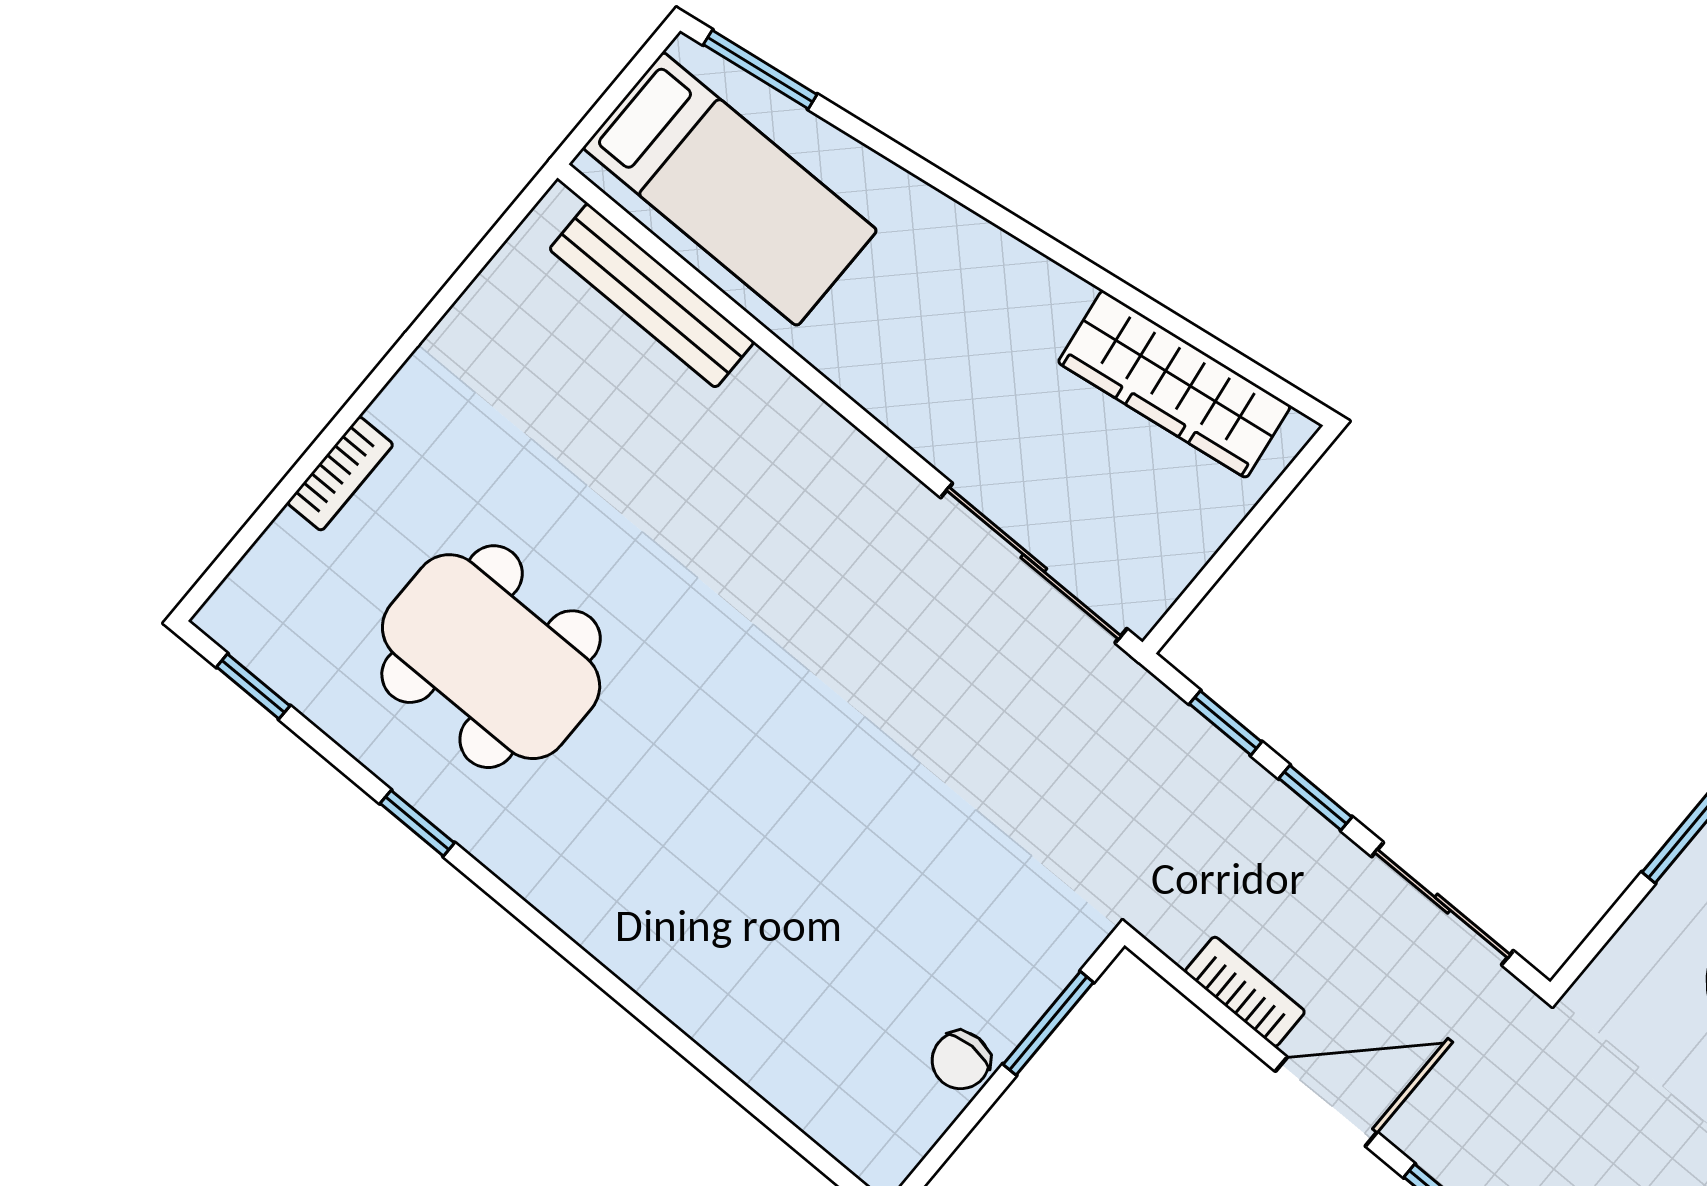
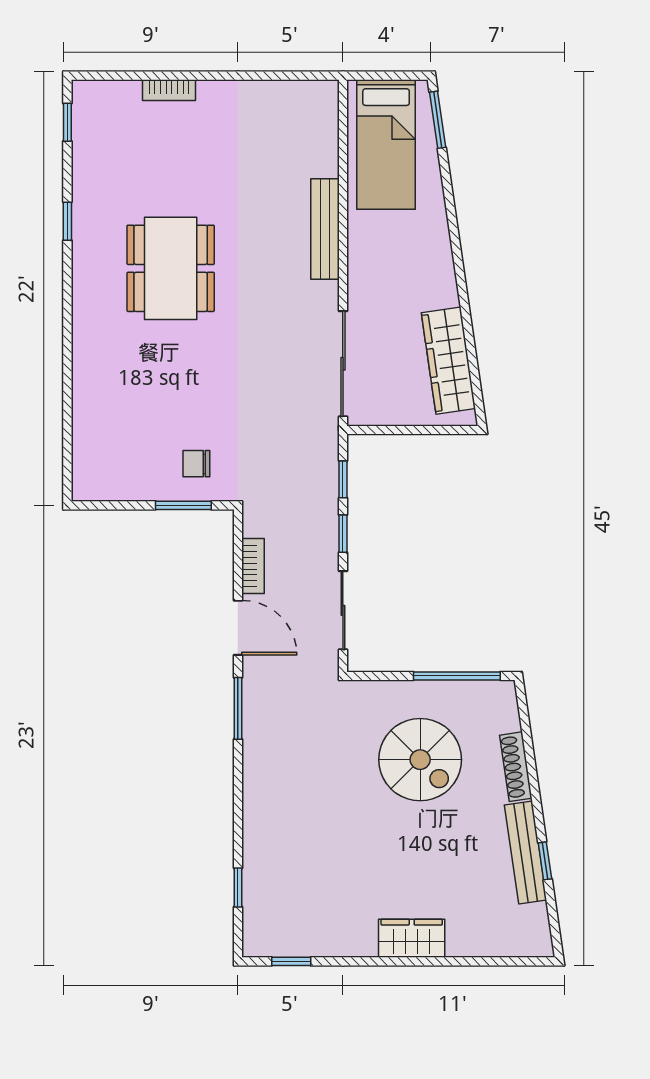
bench: (652, 296) -> (325, 229), moved
dining table: (491, 657) -> (171, 268), moved
chair: (961, 1060) -> (196, 464), moved

